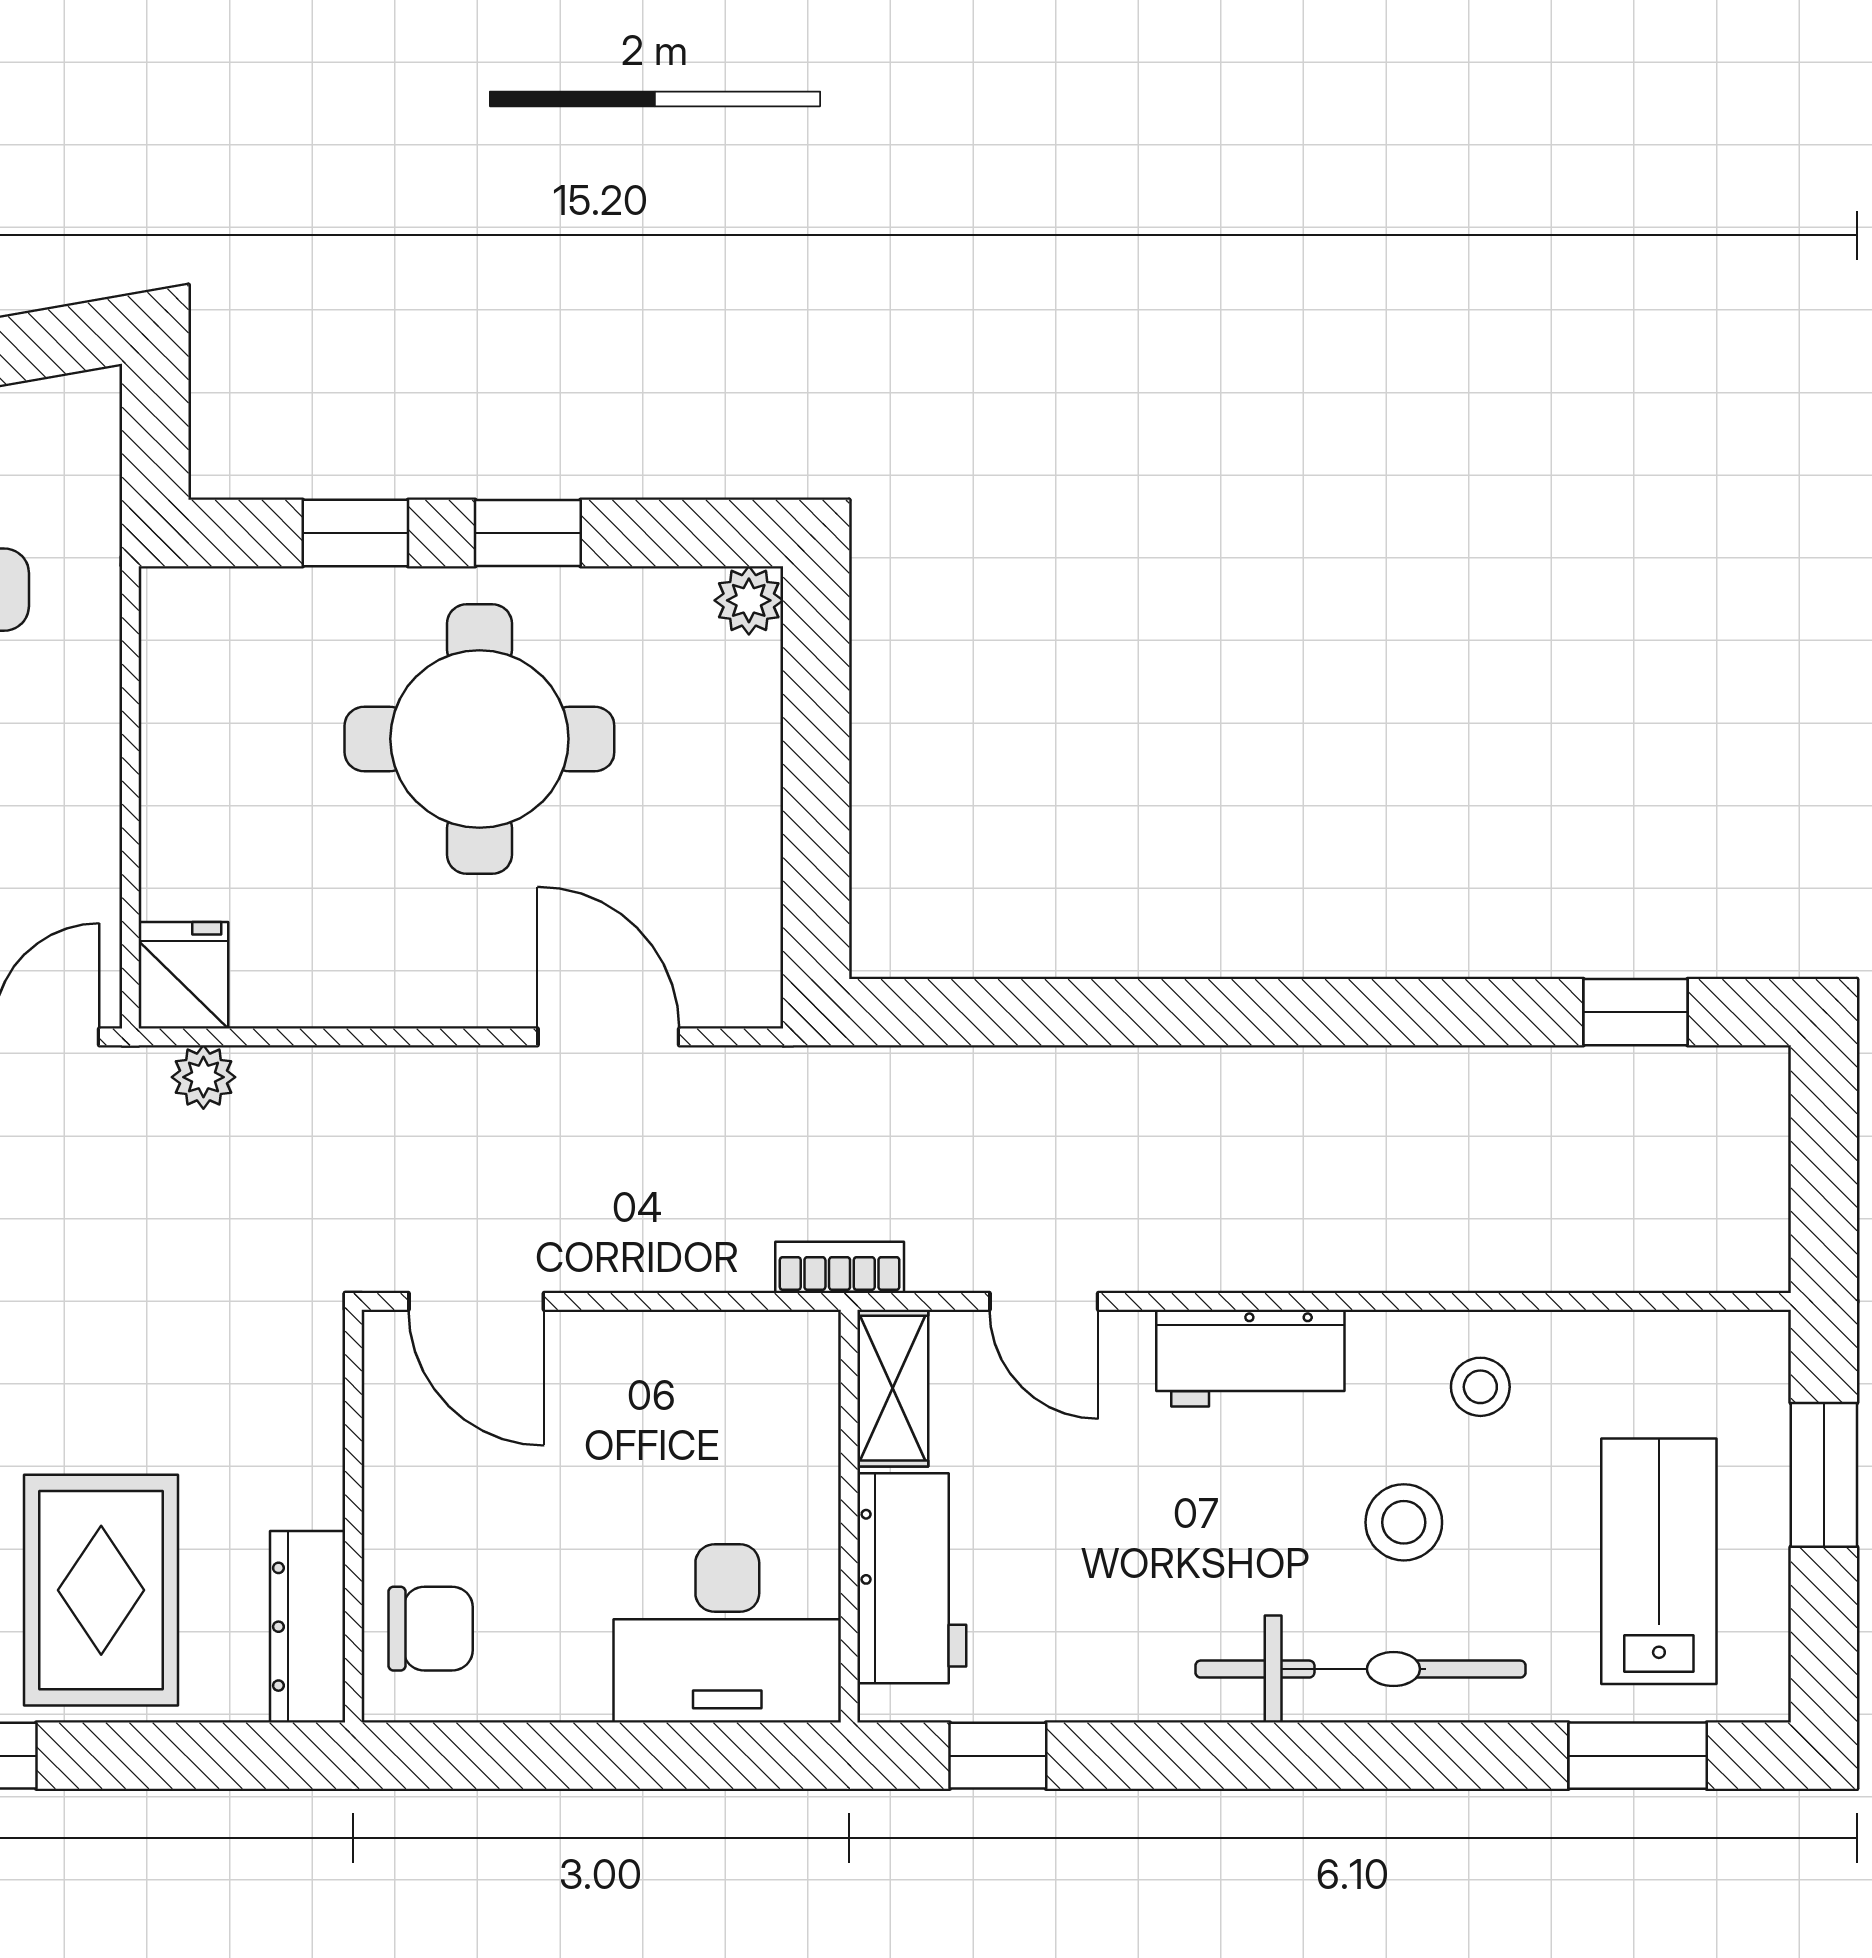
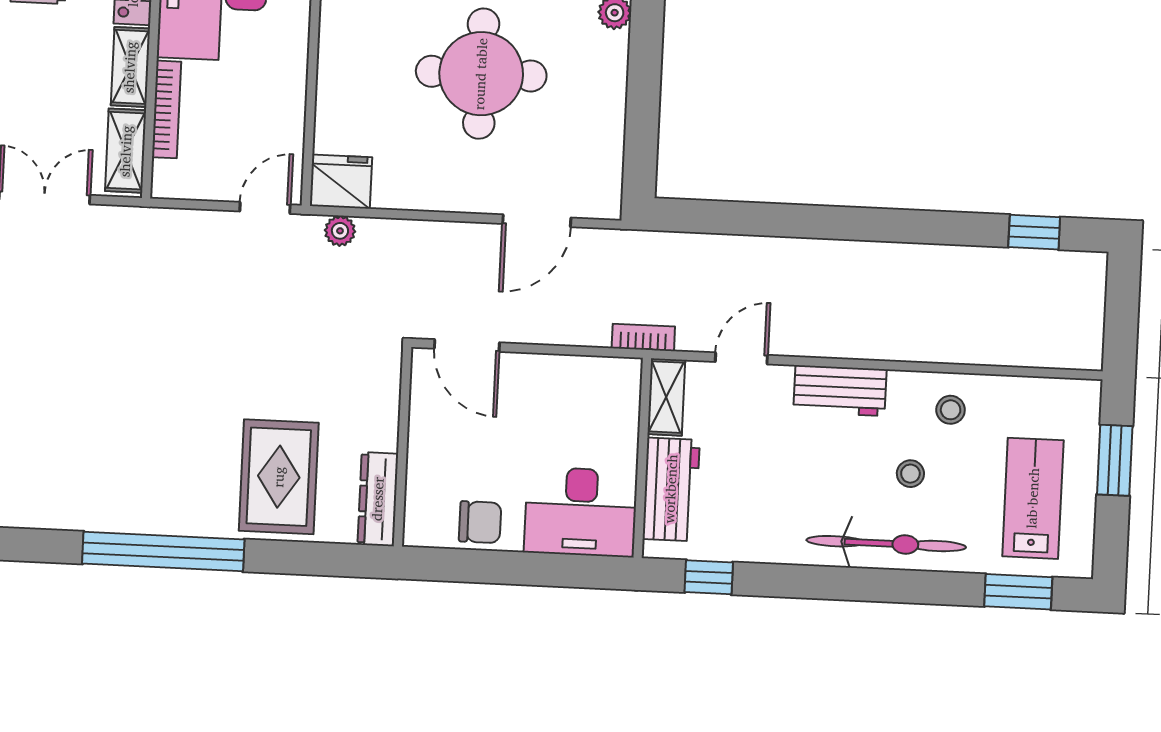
fridge: (183, 975) -> (341, 182), width x1.38
door: (608, 1037) -> (537, 221), swing flipped
door: (1044, 1301) -> (741, 358), swing flipped
stool: (1404, 1522) -> (910, 474), width x0.73, depth x0.73
chair: (431, 1629) -> (480, 522), moved

